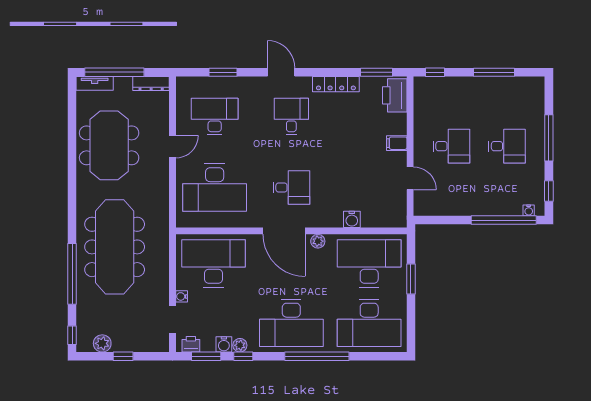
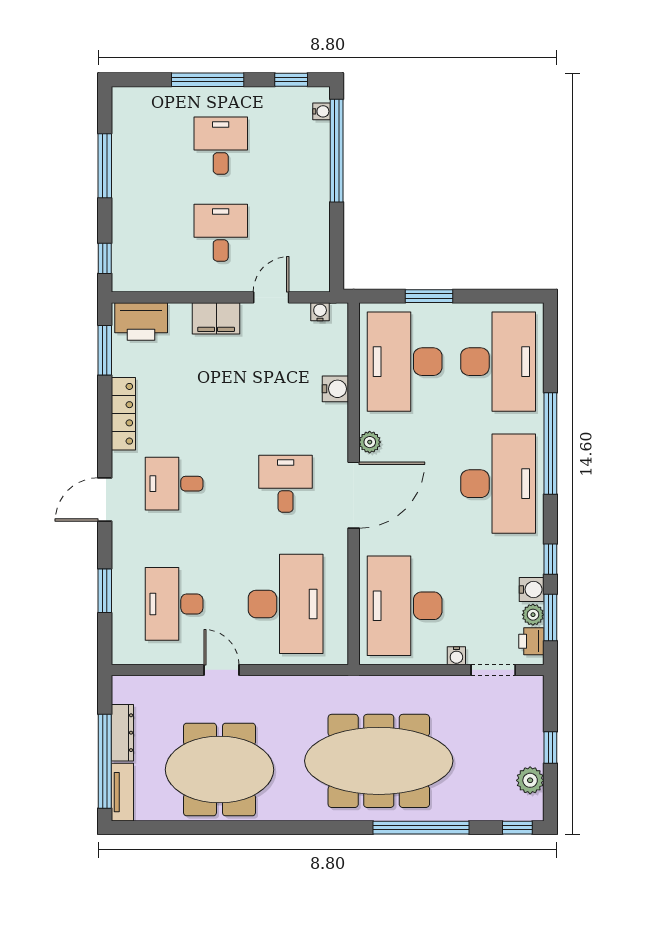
dresser: (151, 83) -> (122, 733), moved
filing cabinet: (397, 143) -> (216, 318), width x2.00
water cooler: (401, 209) -> (320, 312), added
plant: (240, 345) -> (533, 615), moved

